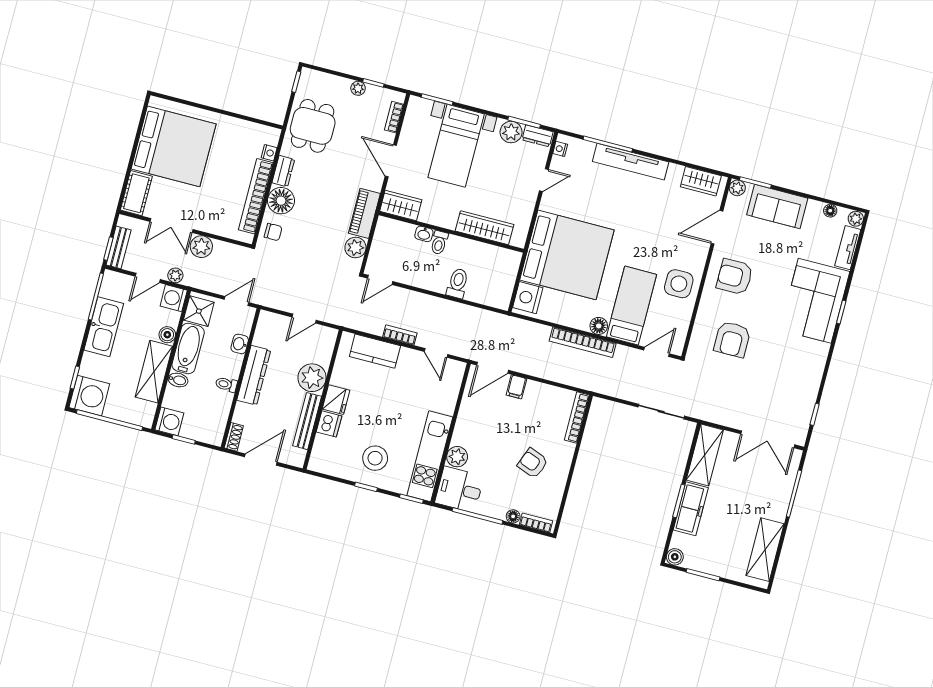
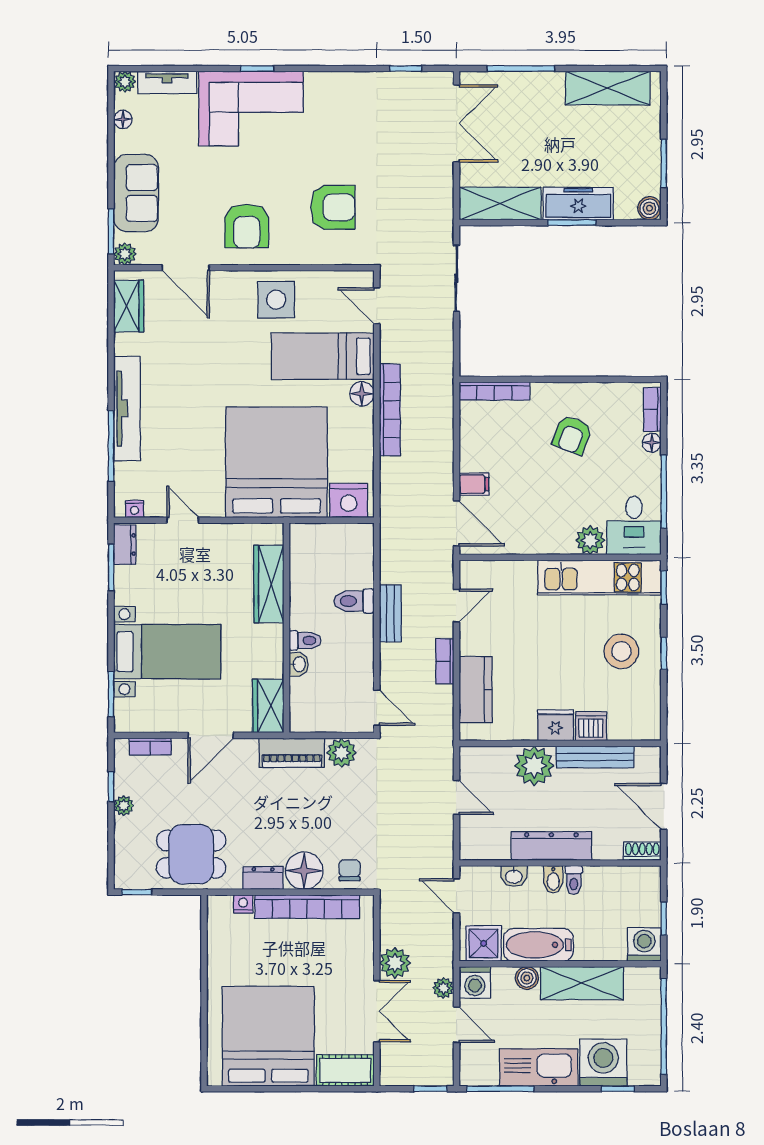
plant: (511, 132) -> (129, 582), removed
bench: (119, 247) -> (390, 614), moved, turned 90
bidet: (178, 380) -> (553, 879), moved, turned 180
washing machine: (89, 396) -> (603, 1063), moved

